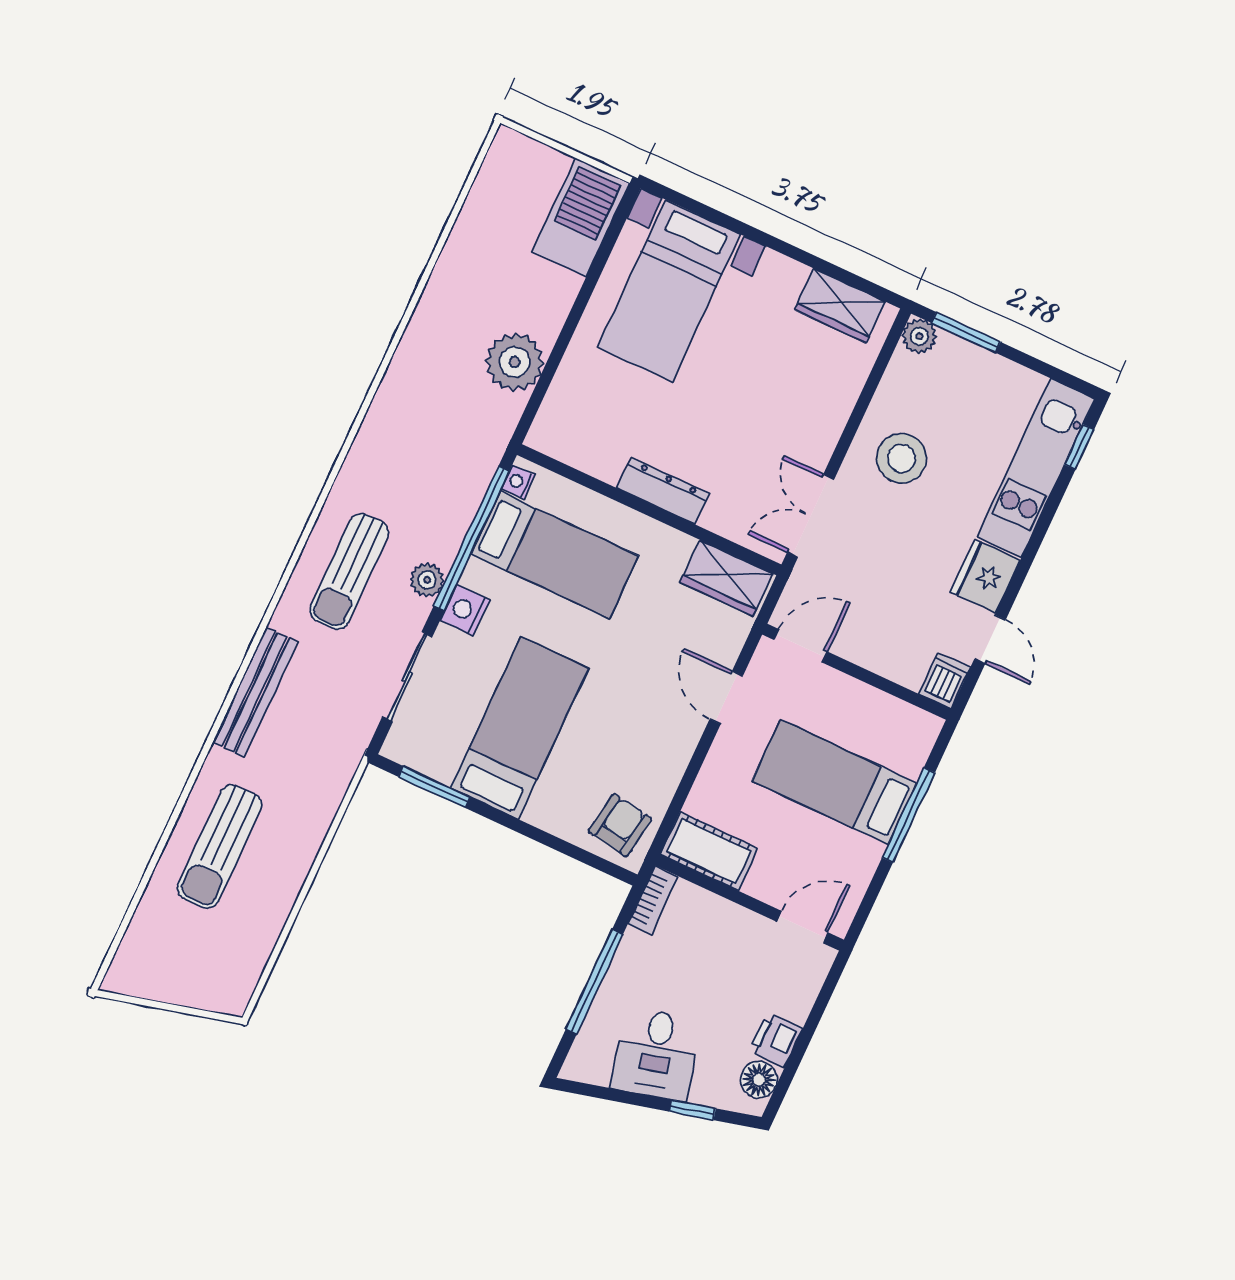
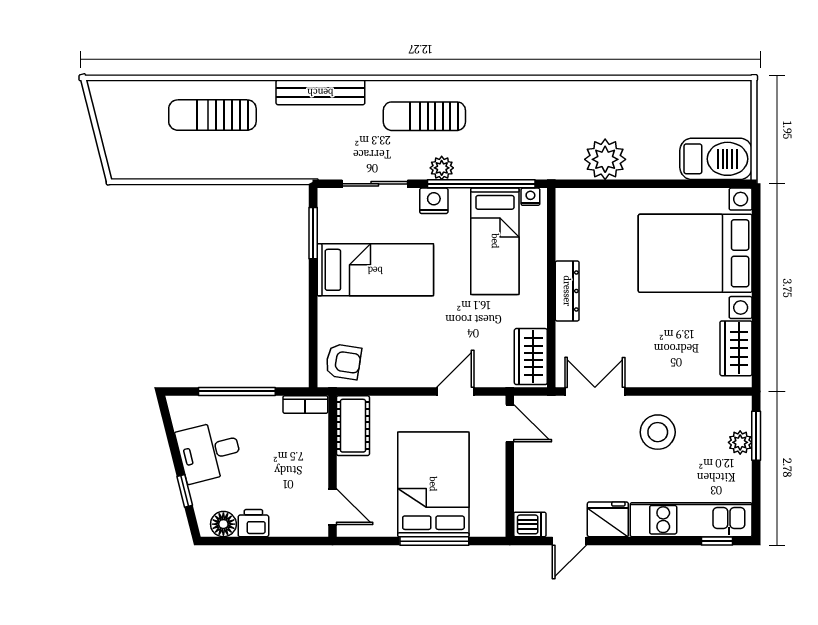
bed with nightstands: (669, 291) -> (695, 253), width x1.36
plant: (919, 336) -> (740, 442), moved
bed: (834, 782) -> (433, 484), width x1.50

